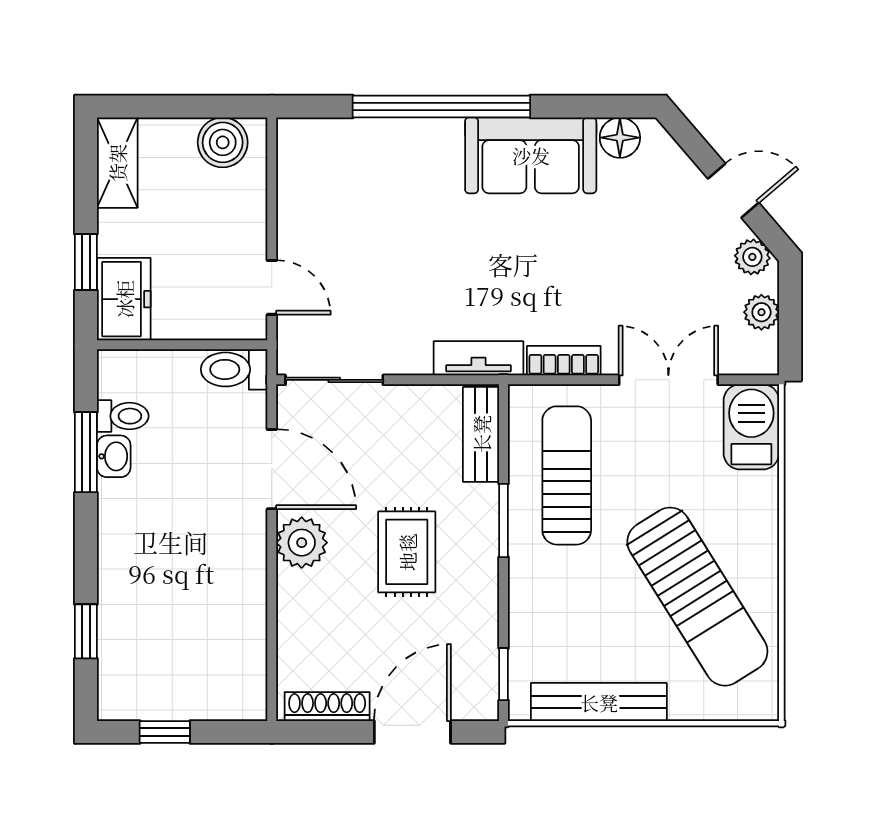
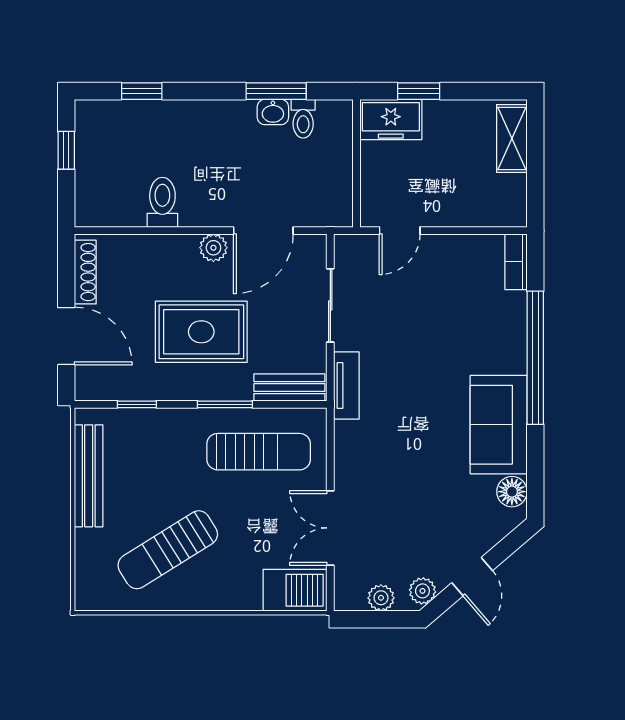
boiler: (223, 142) -> (508, 194), removed
shelving: (117, 163) -> (512, 138), moved, turned 90
bookcase: (564, 361) -> (516, 262), moved, turned 180
toilet: (234, 369) -> (162, 202), moved
sliding door: (334, 380) -> (330, 305), moved
double door: (668, 380) -> (330, 528), swing flipped
plant: (302, 543) -> (213, 248), width x0.73, depth x0.73
rug: (407, 552) -> (201, 332), width x1.36, depth x1.43
sun lounger: (697, 597) -> (168, 550), width x0.73, depth x0.75
window: (504, 674) -> (137, 404), moved

